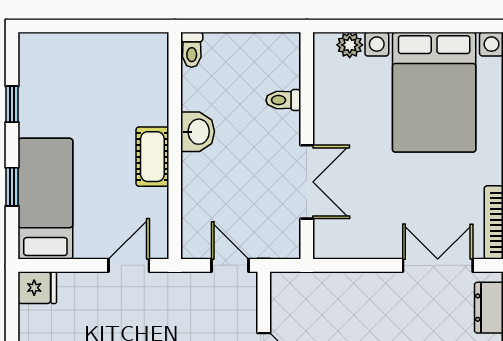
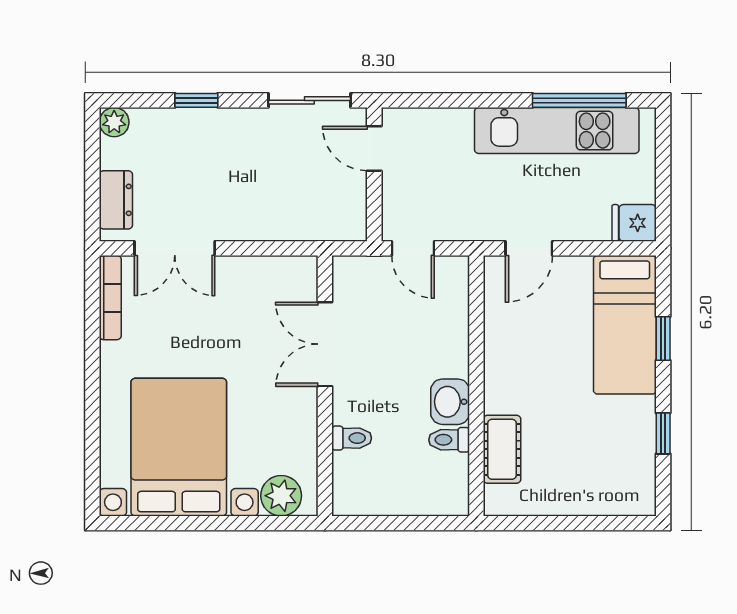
plant: (350, 45) -> (281, 496), width x1.38, depth x1.38
toilet: (192, 50) -> (449, 440), moved, turned -90
cot: (152, 157) -> (502, 449), moved

